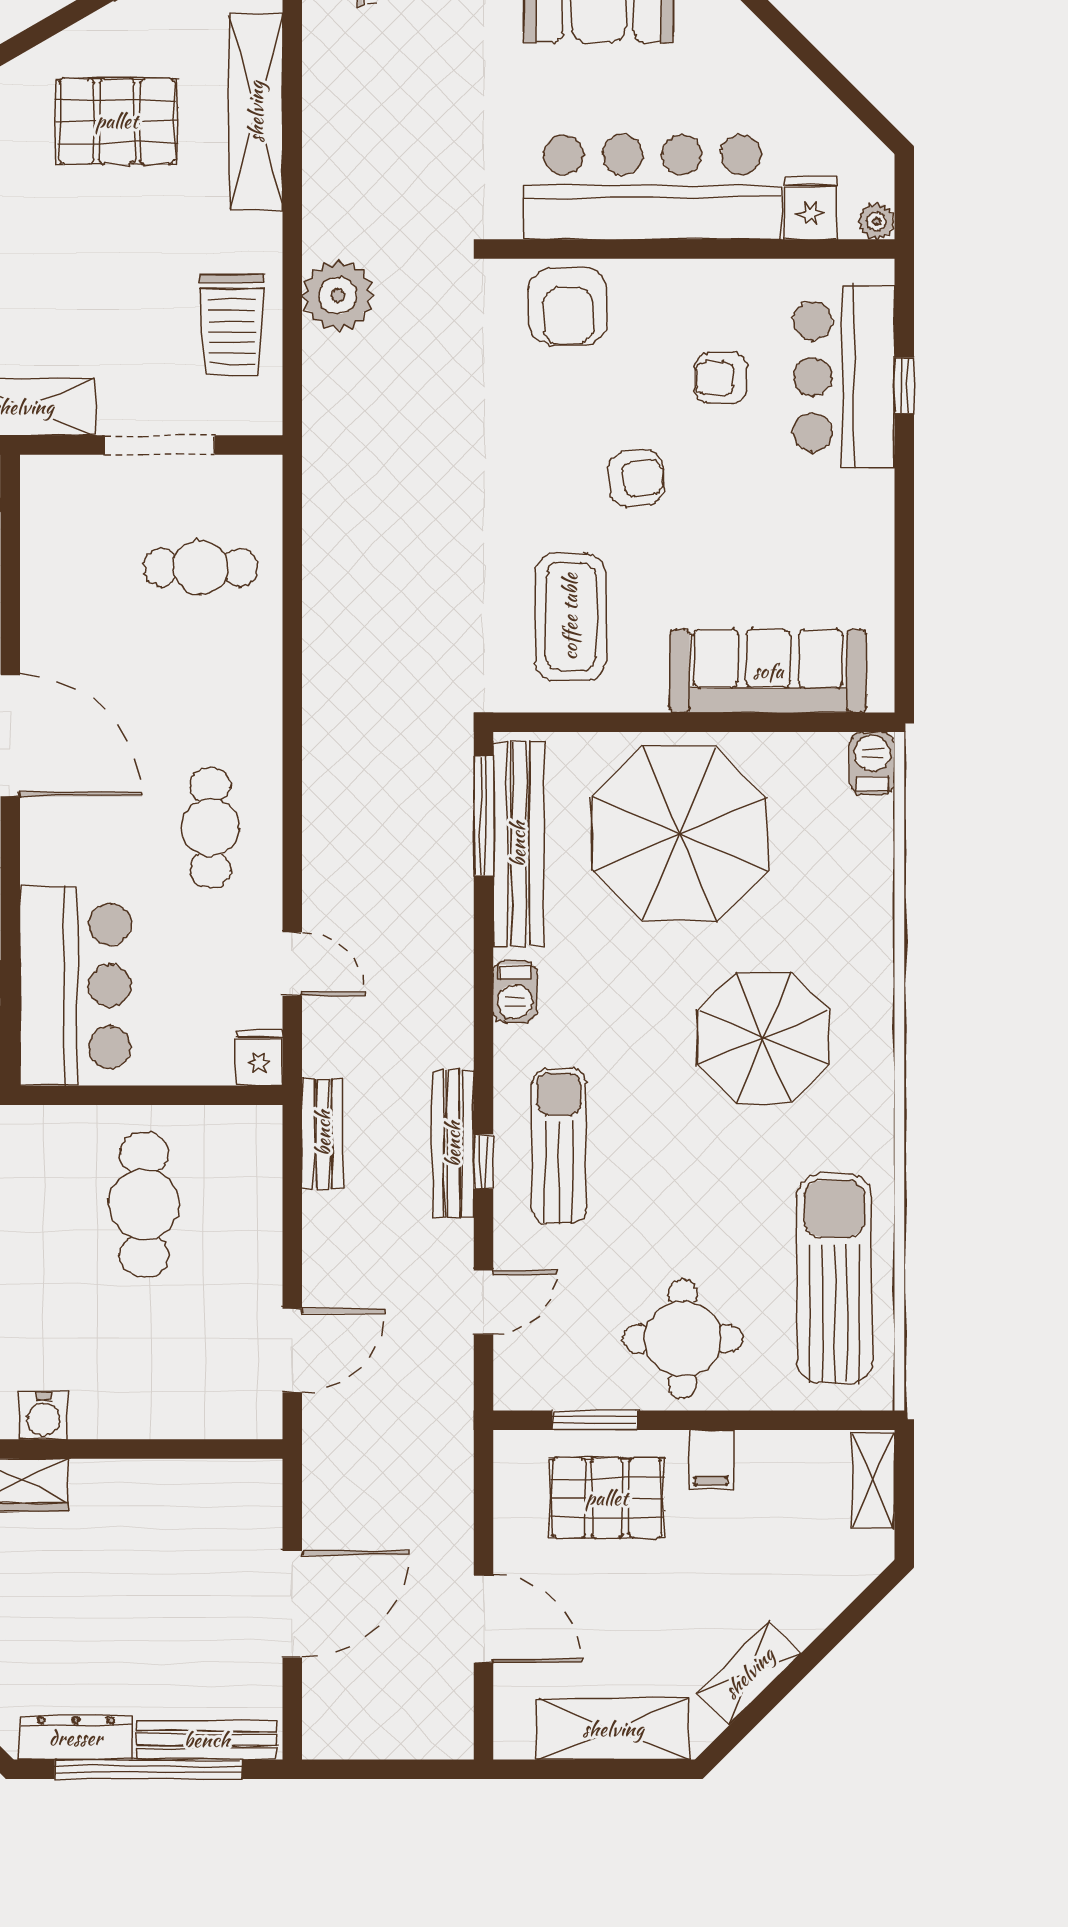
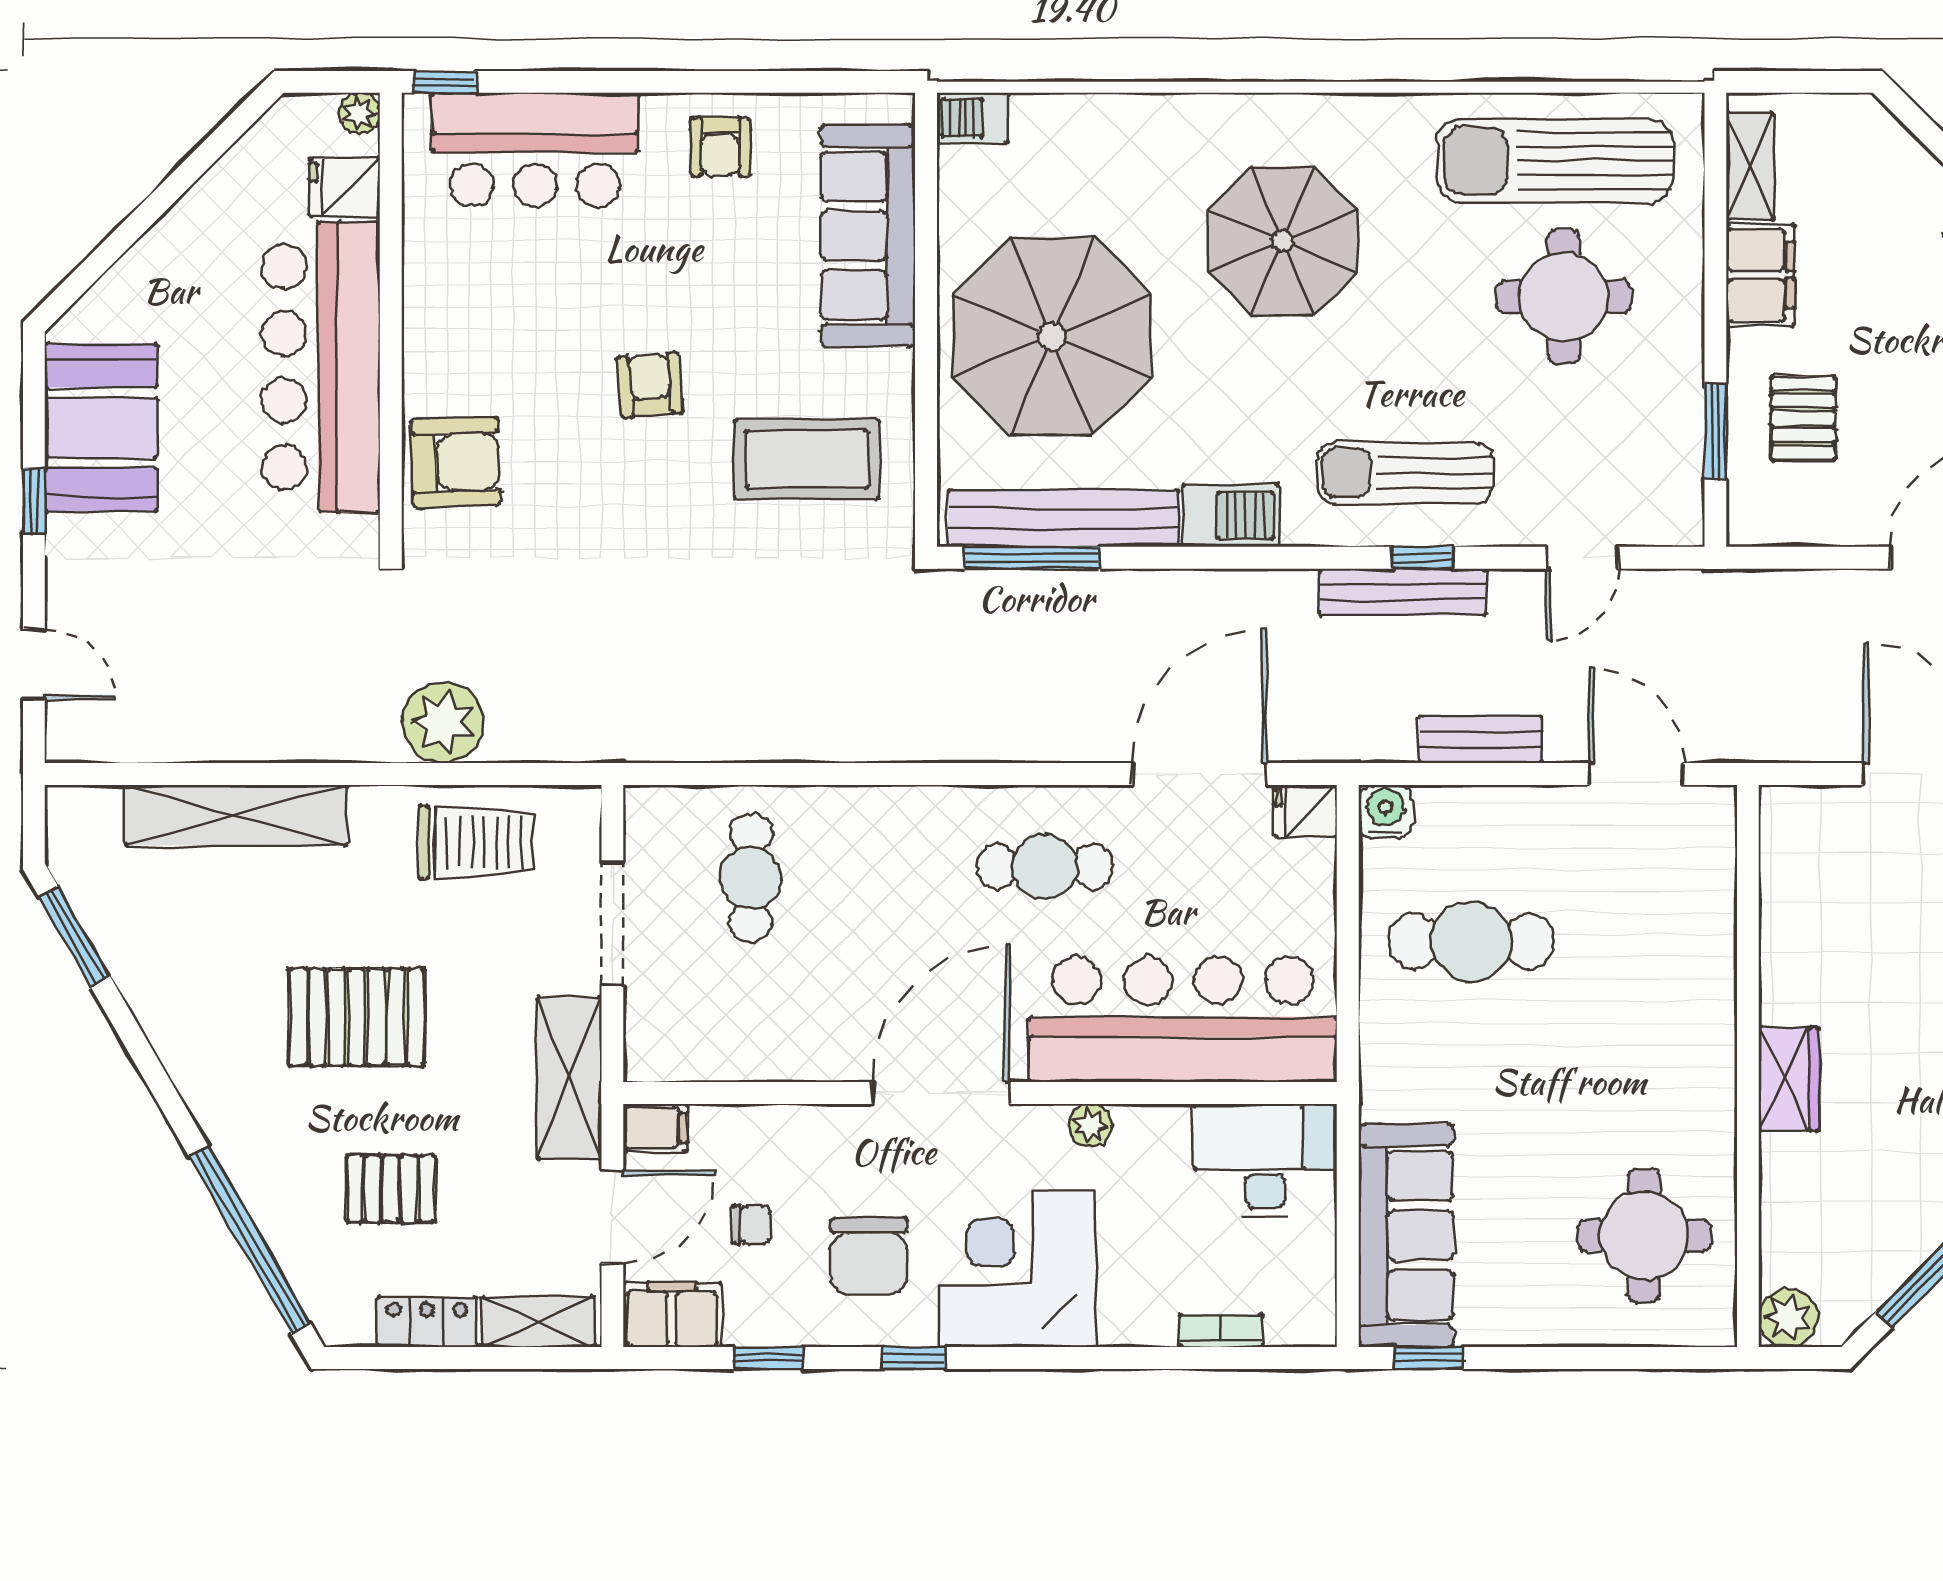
pallet: (117, 121) -> (357, 1017), moved, turned 90
armchair: (721, 378) -> (720, 147), moved
window: (904, 385) -> (445, 82), moved
door: (292, 964) -> (1199, 774), width x1.87
bar counter: (75, 986) -> (1183, 1019), width x1.36
barbecue: (515, 992) -> (1231, 516), width x1.38, depth x1.27
bench: (323, 1133) -> (1481, 739), moved
door: (484, 1302) -> (1582, 558), swing flipped
round table: (683, 1339) -> (1564, 297), moved
water cooler: (44, 1416) -> (1385, 812), moved, turned -90
filing cabinet: (711, 1460) -> (1760, 275), width x2.00
shelving: (873, 1481) -> (1750, 166), moved, turned 90
pallet: (607, 1498) -> (1803, 418), width x0.67, depth x0.71

